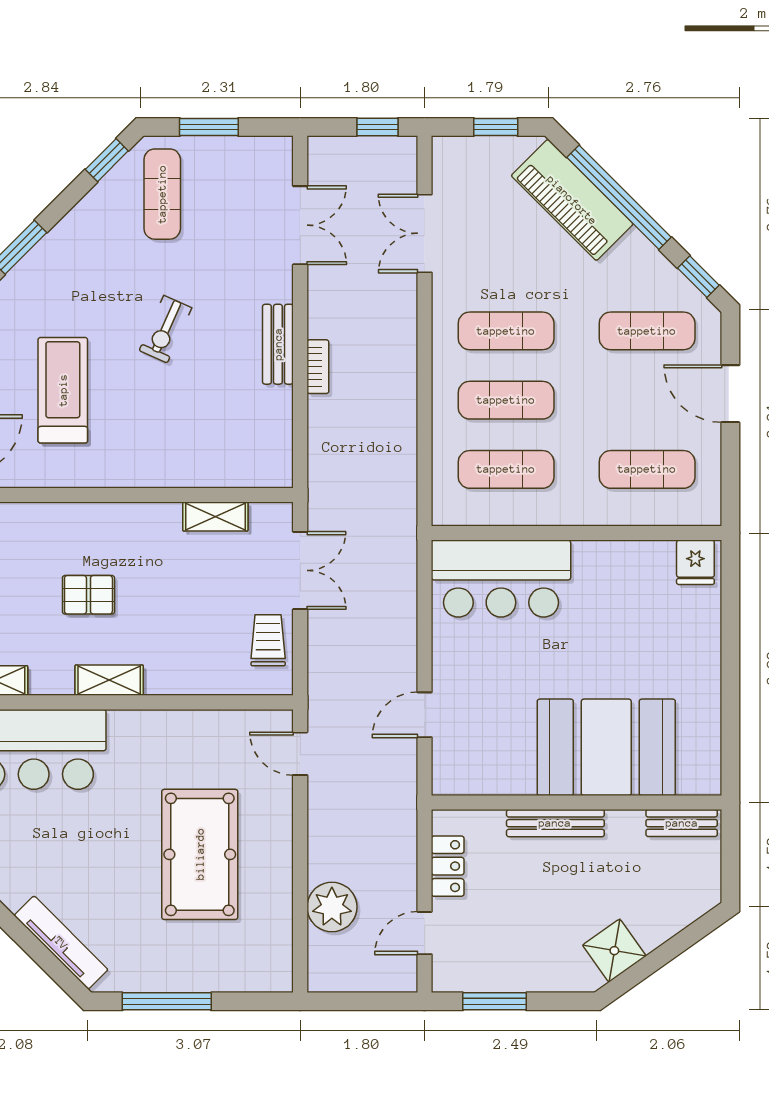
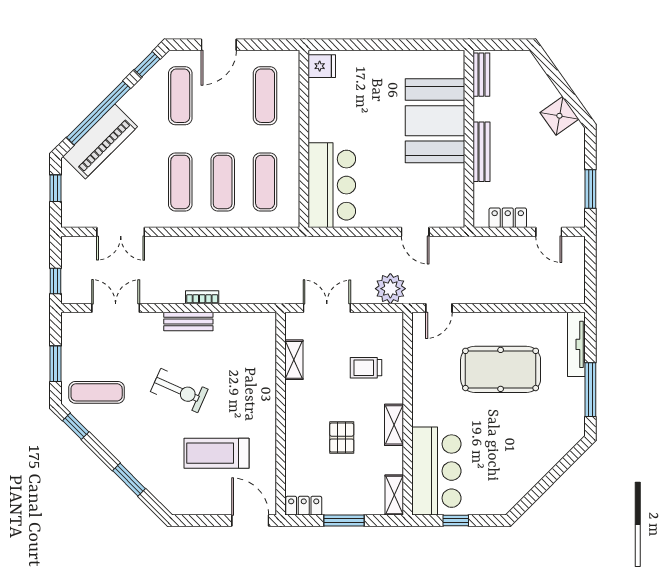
window: (377, 127) -> (56, 281), moved
exercise bike: (165, 329) -> (179, 390), width x1.38, depth x1.39
trolley: (268, 640) -> (366, 368), moved
plant: (332, 907) -> (390, 289), moved
tv unit: (61, 943) -> (576, 344), moved, turned -45

